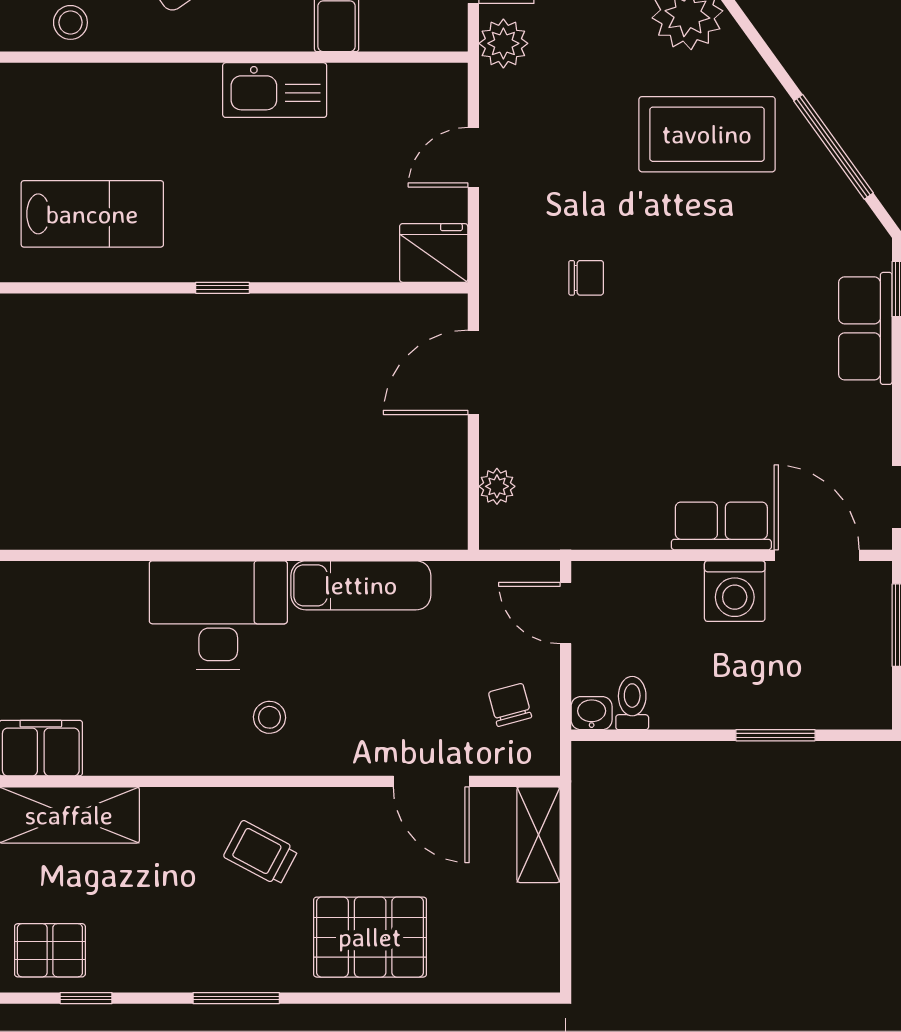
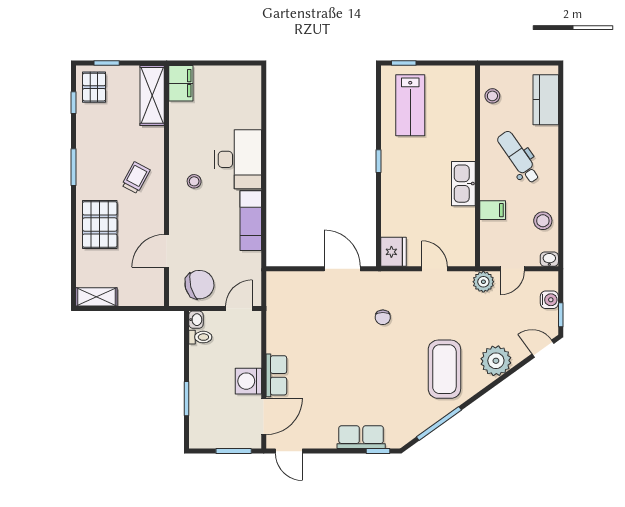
plant: (497, 486) -> (293, 279), removed
chair: (510, 705) -> (199, 285), width x1.87, depth x1.87
shelving: (539, 835) -> (96, 297), moved

